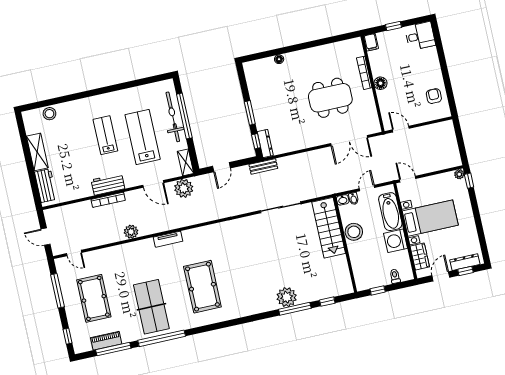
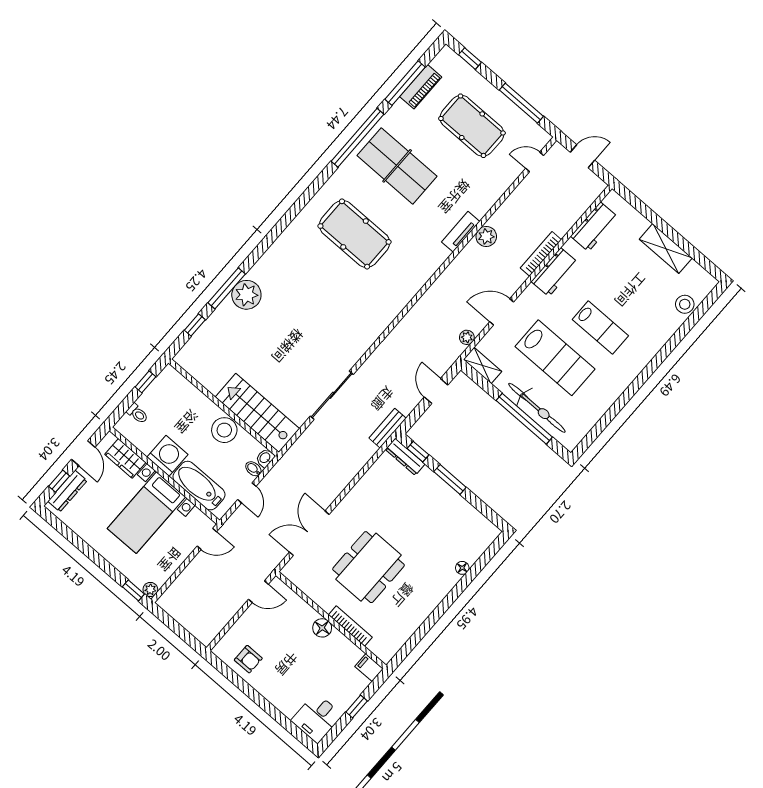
workbench: (46, 186) -> (594, 227), moved, turned -90
plant: (184, 188) -> (467, 337), width x0.53, depth x0.53
tv unit: (168, 239) -> (461, 232), moved

